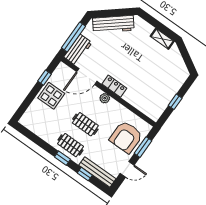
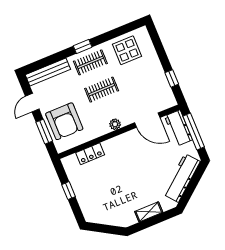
shelving: (162, 39) -> (149, 212), moved
door: (87, 76) -> (147, 120), swing flipped
locker: (114, 86) -> (90, 154), moved
display table: (51, 96) -> (127, 50), moved
armchair: (126, 137) -> (64, 121), turned 180
window: (85, 174) -> (54, 59), removed

